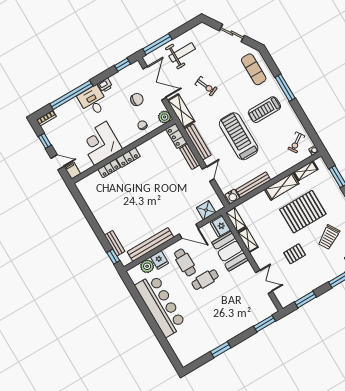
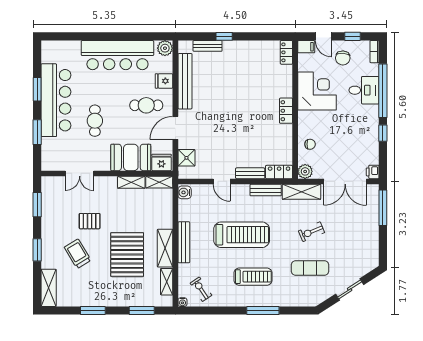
weight bench: (182, 52) -> (360, 228), removed
window: (123, 65) -> (383, 133), moved
exercise mat: (254, 69) -> (310, 268), moved
printer: (105, 85) -> (373, 172), moved
chair: (137, 99) -> (343, 58), moved
desk: (93, 101) -> (364, 90), moved
treadmill: (264, 110) -> (253, 277), turned 90
bench: (198, 142) -> (266, 190), width x0.73
door: (57, 162) -> (323, 36), hinge flipped
locker: (109, 168) -> (286, 52), moved
bench: (253, 185) -> (184, 242), moved
trolley: (329, 237) -> (78, 254), moved
pallet: (295, 254) -> (90, 221), turned 90
window: (113, 257) -> (224, 36), moved
plant: (147, 266) -> (165, 48), moved
cafe table: (205, 280) -> (95, 121), moved
window: (265, 324) -> (37, 132), moved
bar counter: (220, 331) -> (56, 100), added

